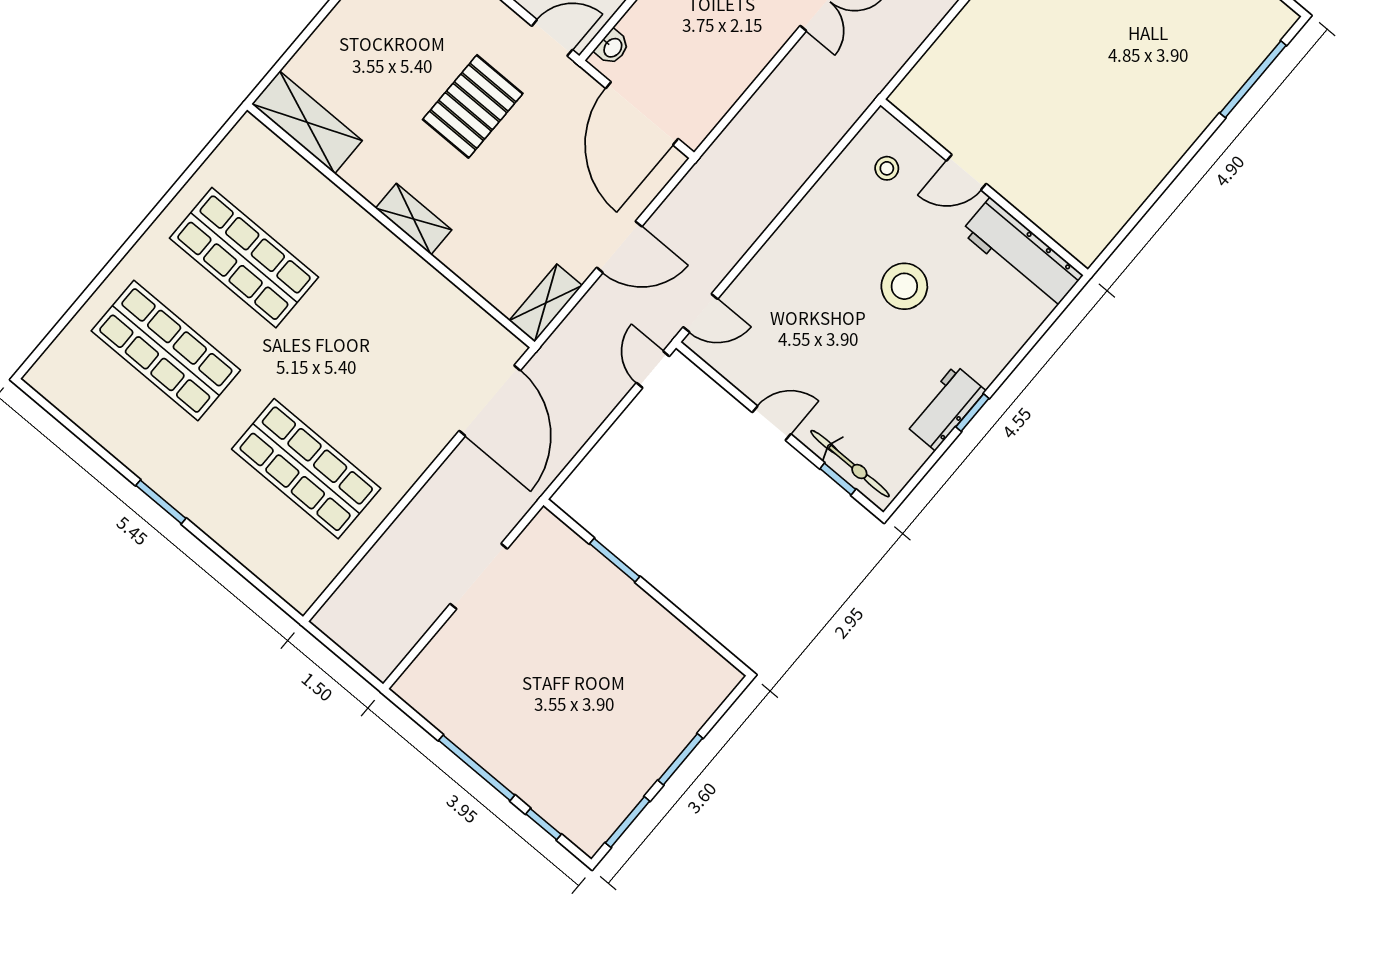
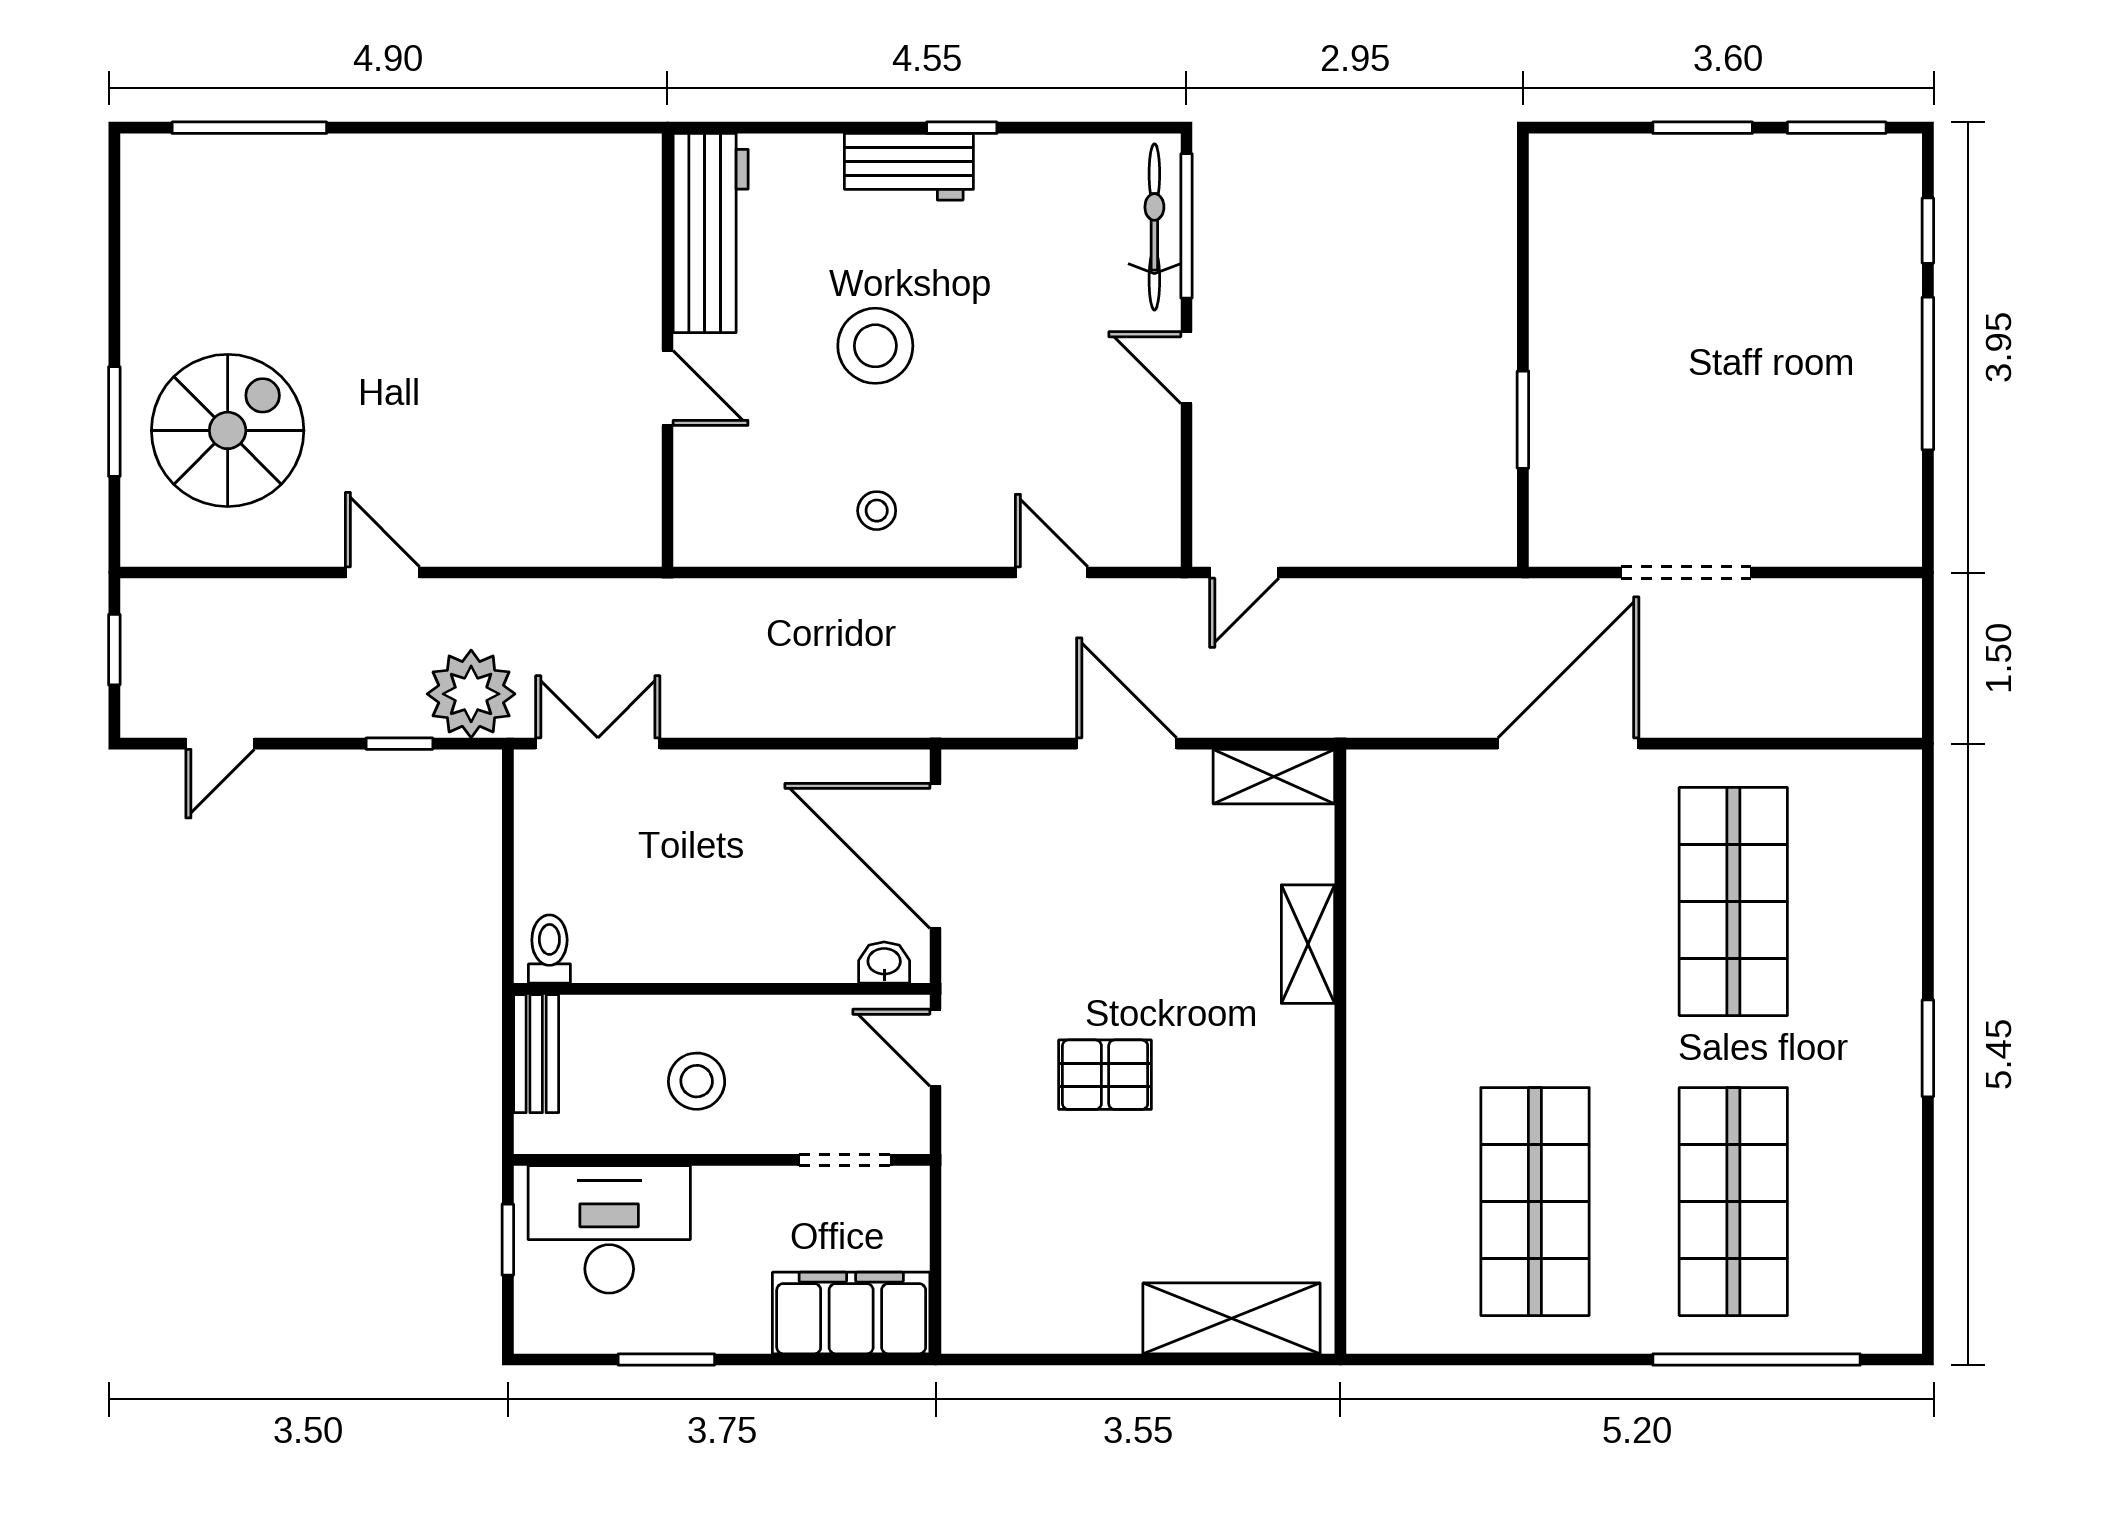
pallet: (473, 106) -> (1105, 1075), width x0.67, depth x0.71
door: (642, 113) -> (936, 856), swing flipped
shelving: (307, 122) -> (1232, 1318), moved, turned 90
stool: (887, 168) -> (877, 511), moved
shelving: (414, 219) -> (1308, 944), moved
window: (83, 299) -> (1756, 1360), added
door: (700, 313) -> (1052, 573), moved
door: (490, 401) -> (1568, 744), moved
workbench: (945, 408) -> (909, 167), moved
window: (838, 479) -> (1186, 226), width x2.17

